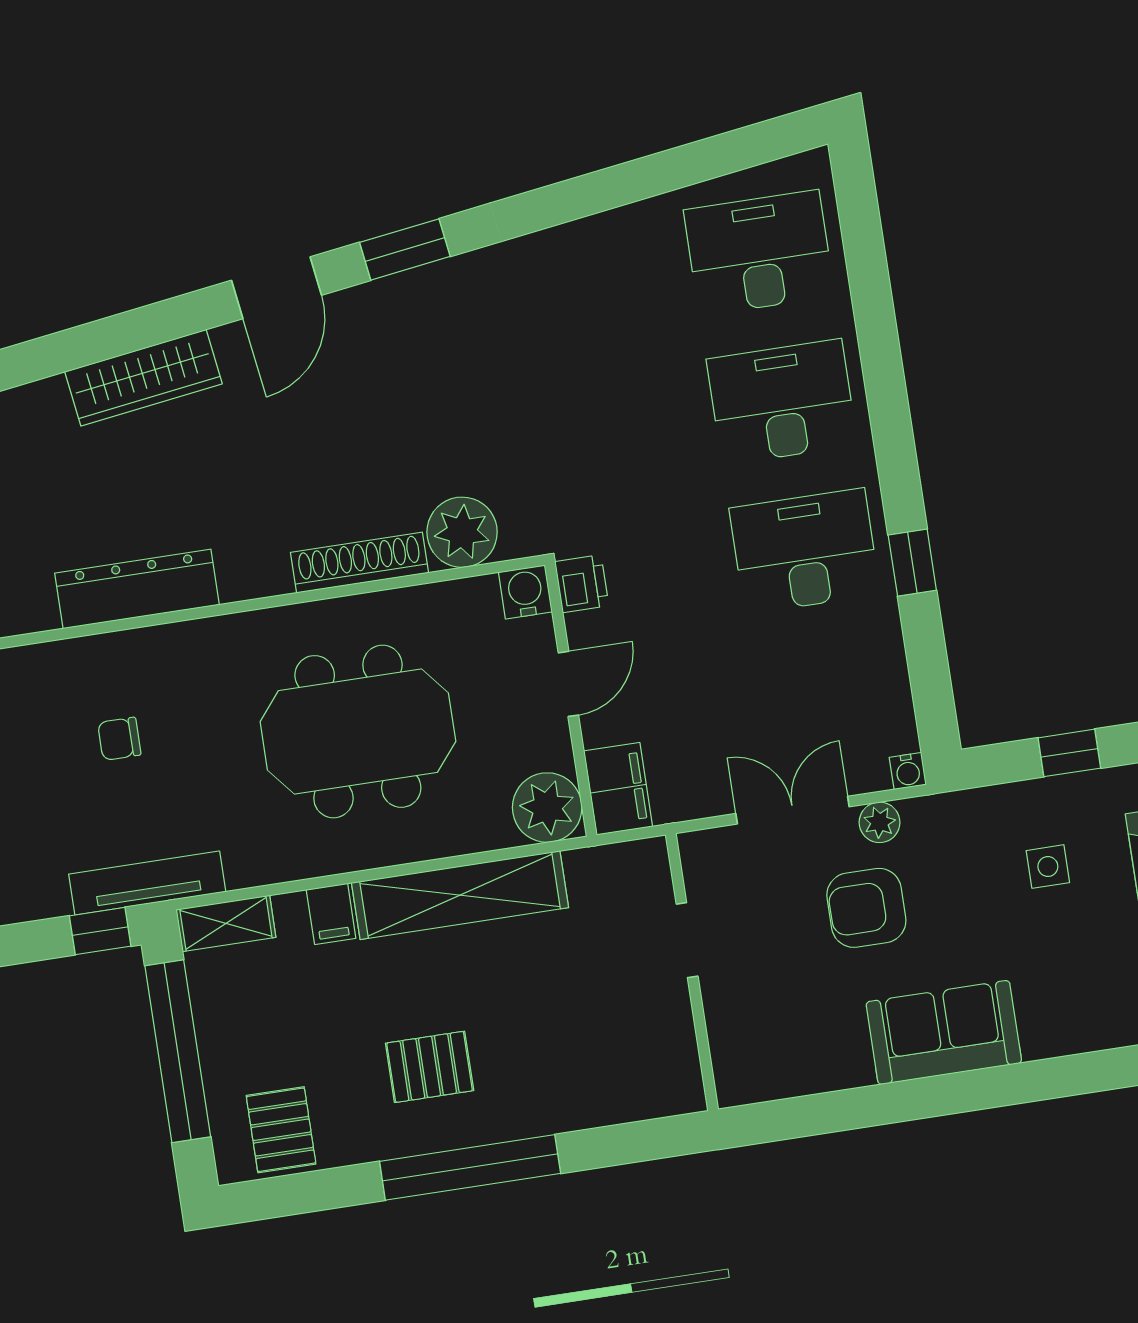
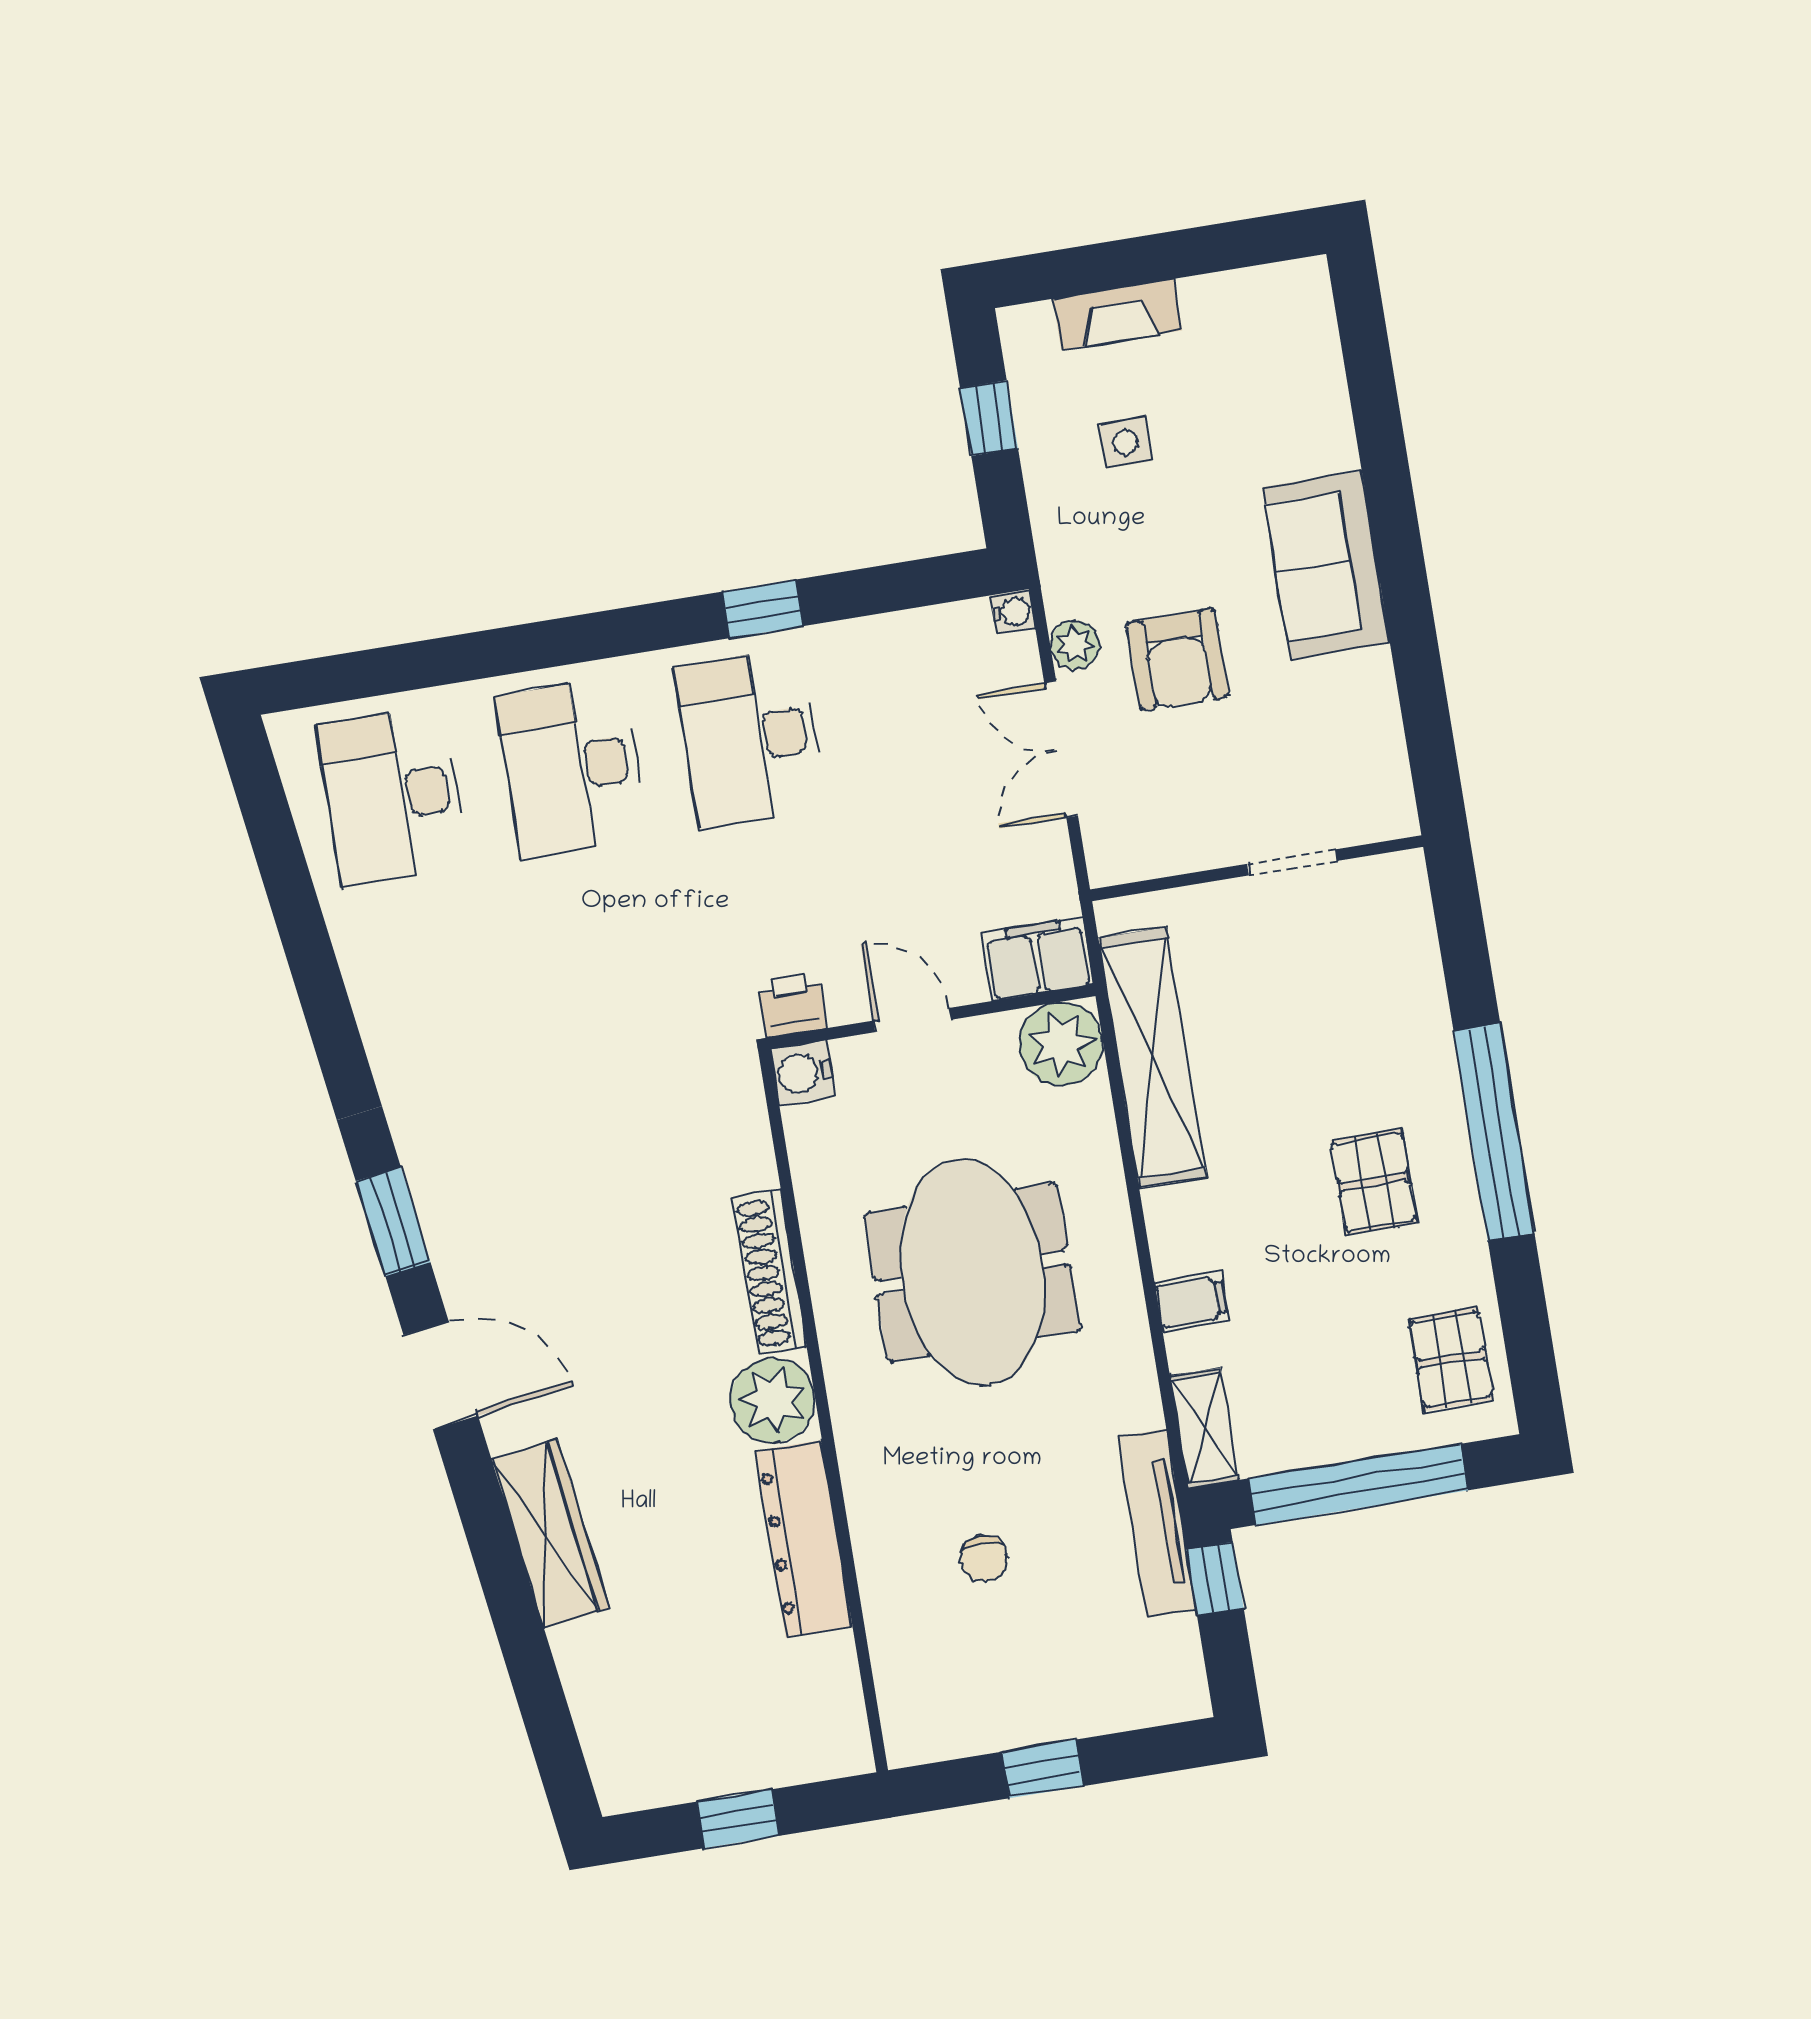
plant: (462, 532) -> (773, 1400), moved
shelving: (460, 895) -> (1153, 1058), moved
doorway: (687, 940) -> (1292, 862), moved
pallet: (281, 1130) -> (1451, 1359), turned 90

